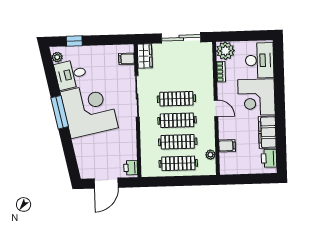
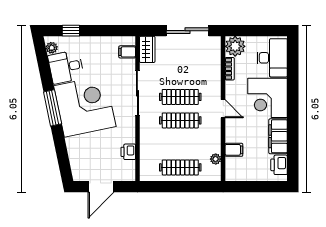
clothes rail: (178, 142) -> (180, 144), removed
printer: (131, 168) -> (128, 152), moved

